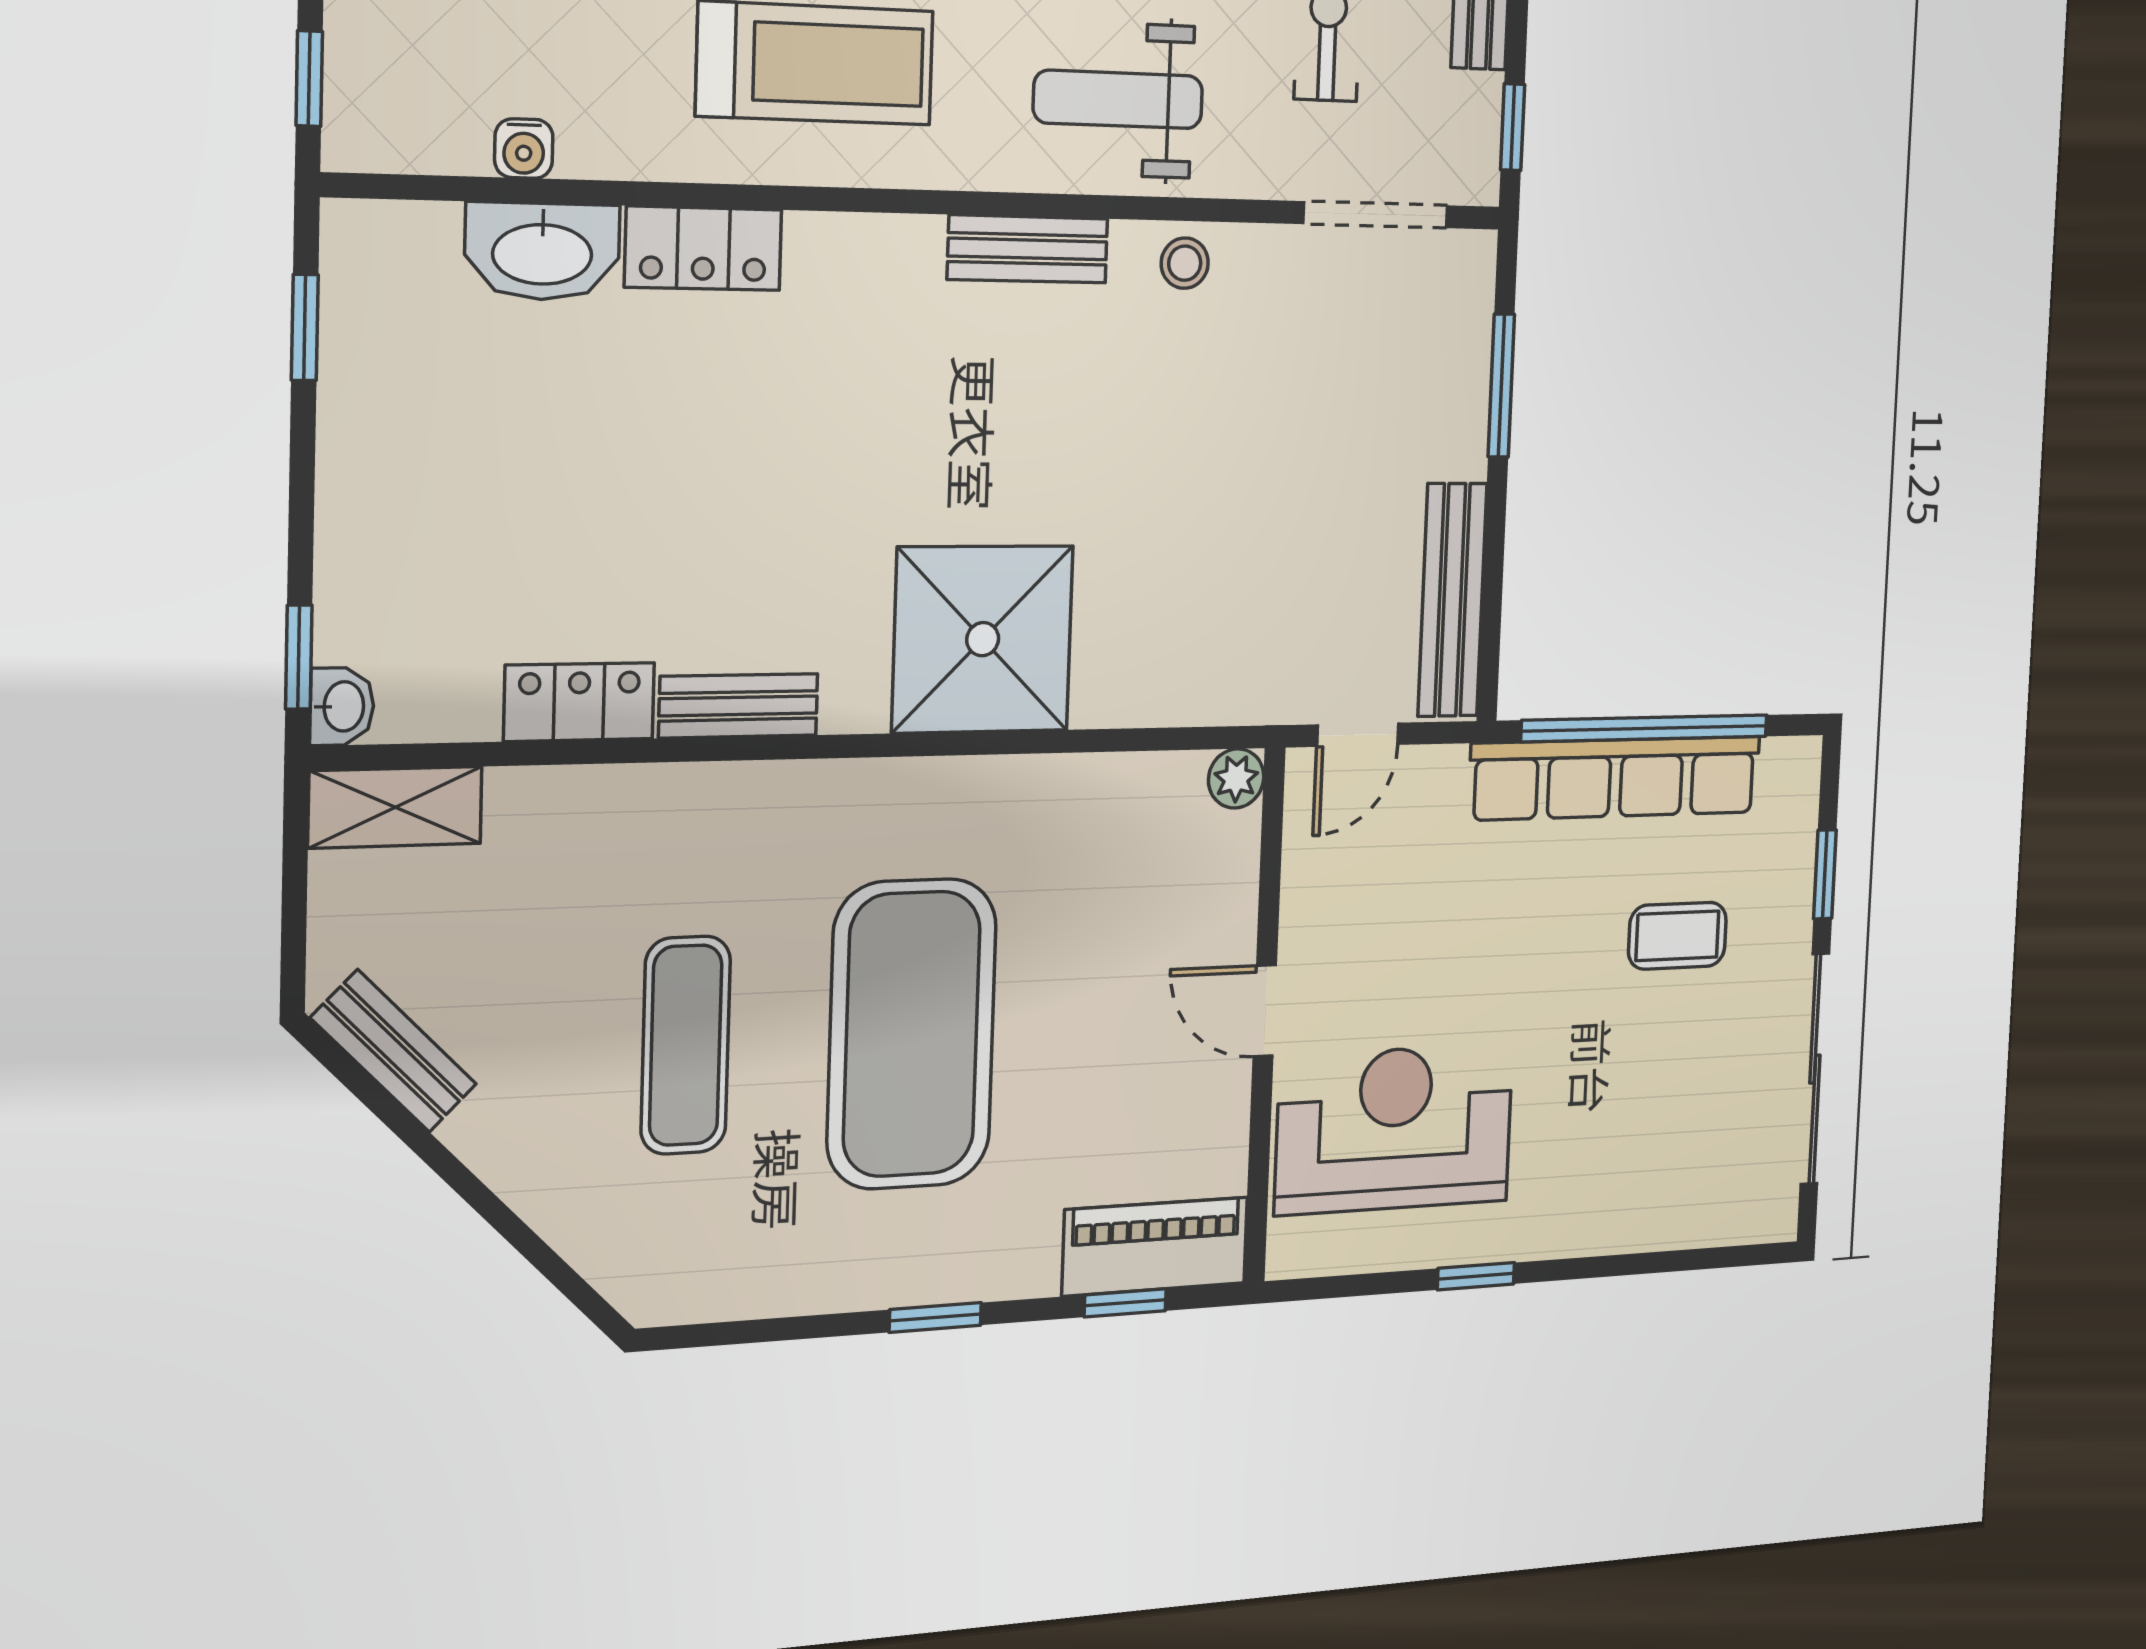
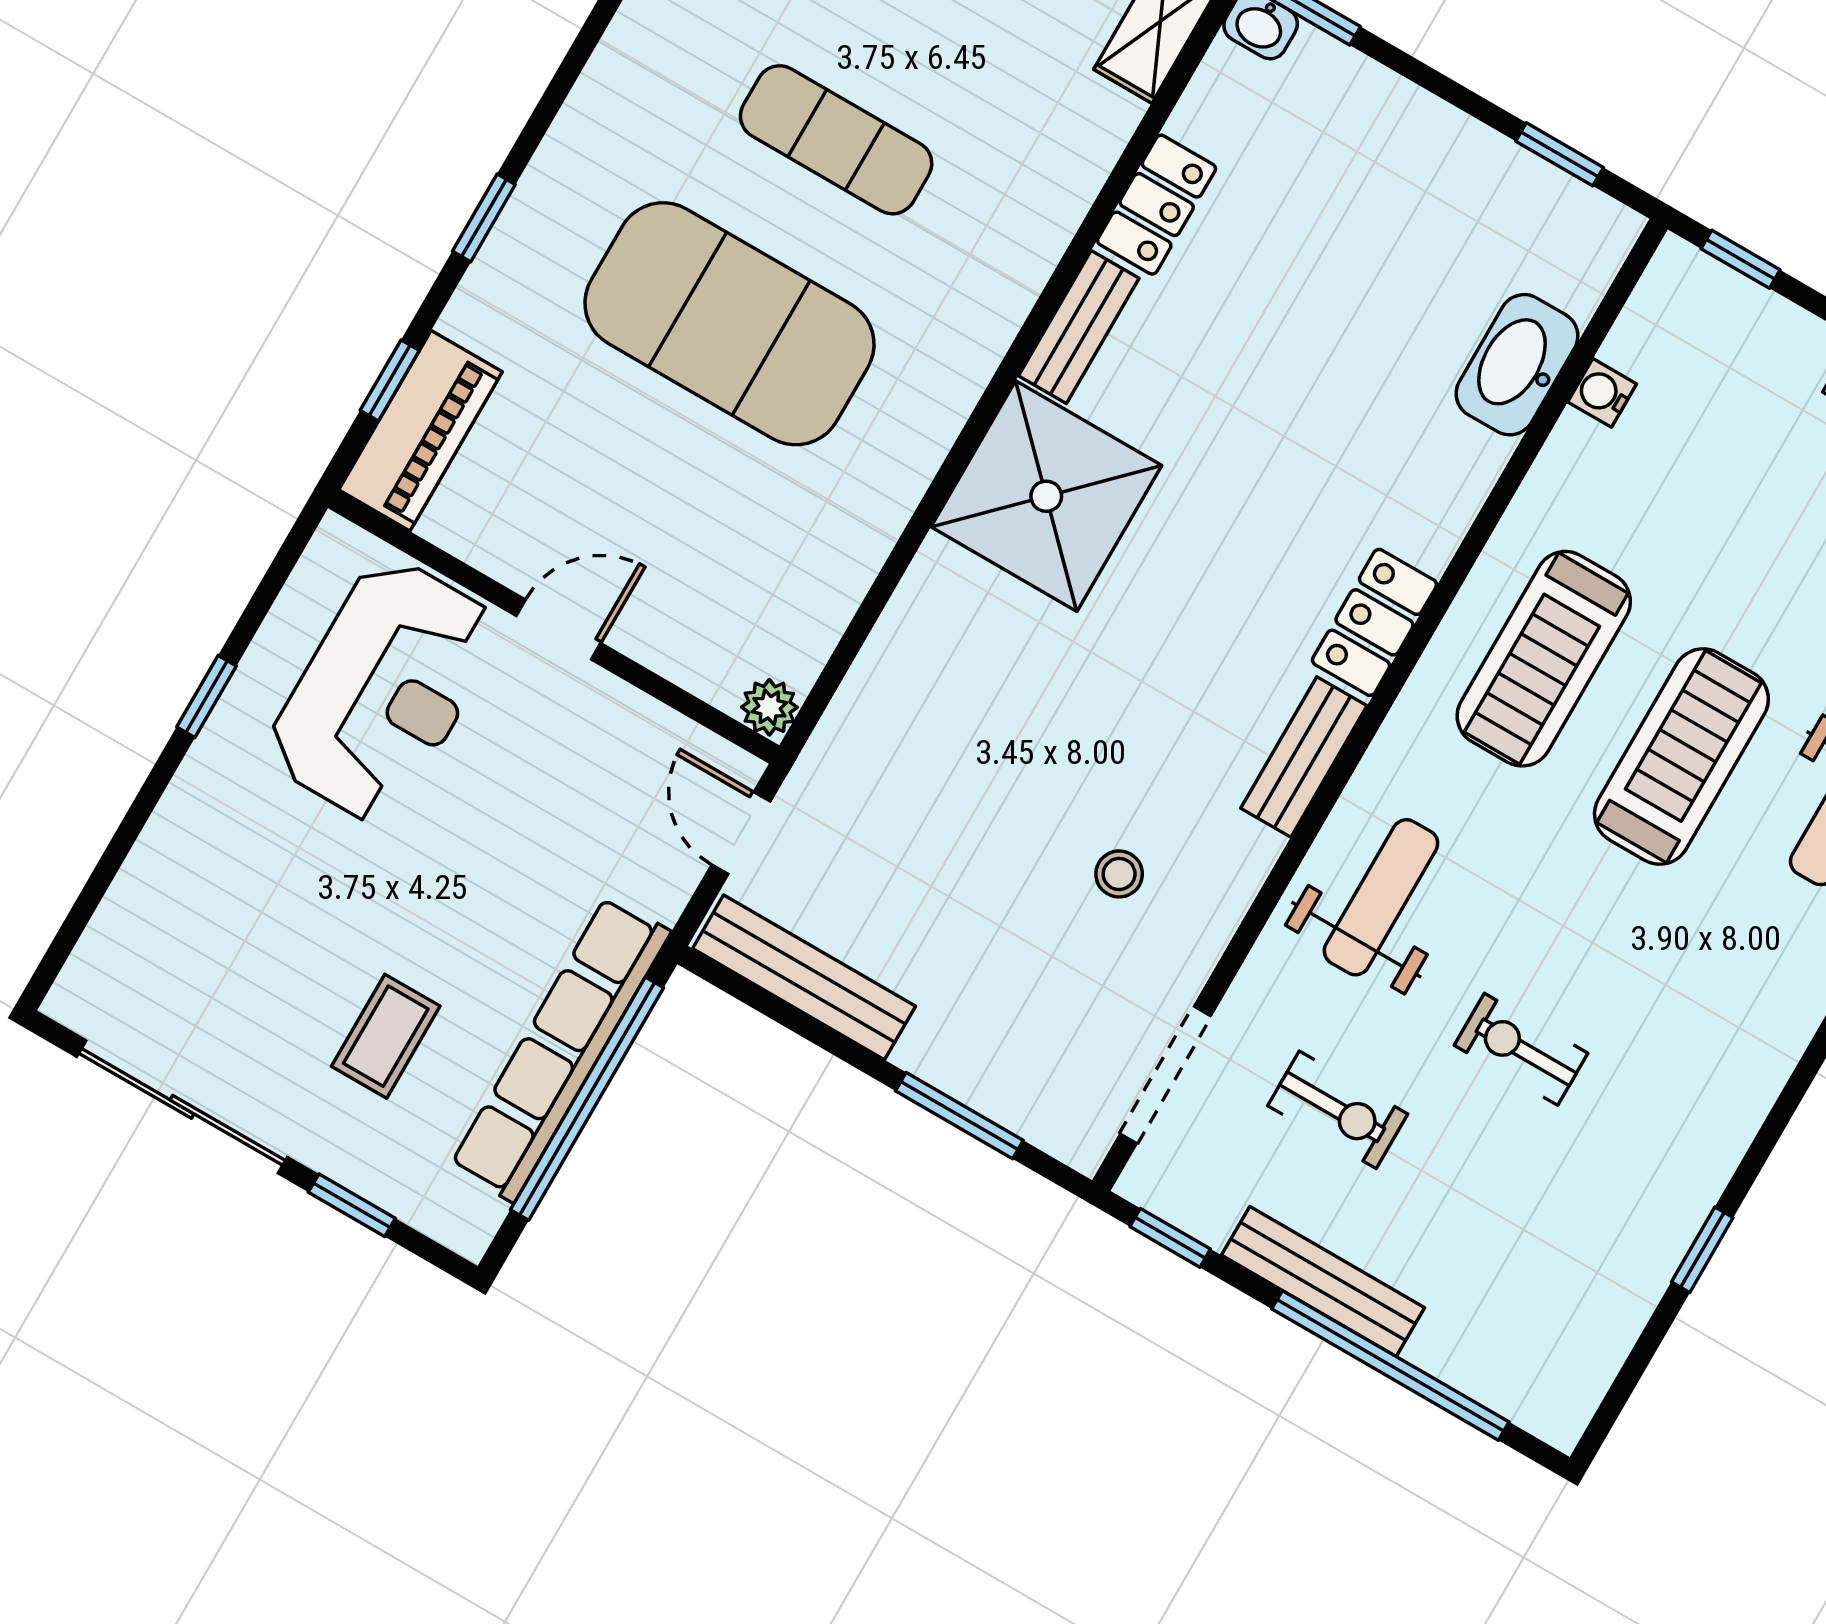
locker: (703, 248) -> (1375, 622), moved
stool: (1185, 263) -> (1119, 874), moved
shower: (983, 639) -> (1046, 496), moved

